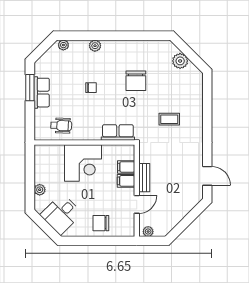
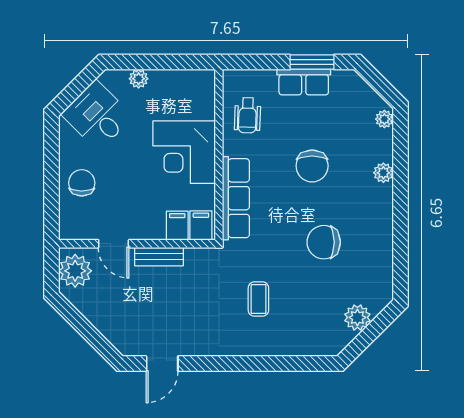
chair: (91, 88) -> (312, 166), width x1.87, depth x1.87
row of seats: (118, 132) -> (236, 198), width x1.48
filing cabinet: (126, 181) -> (201, 225), moved
plant: (148, 232) -> (75, 271), width x1.87, depth x1.87

